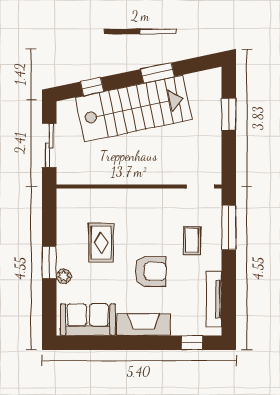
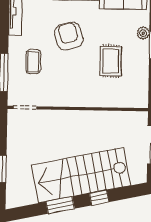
window: (92, 87) -> (99, 198), moved
armchair: (151, 271) -> (69, 36), turned 73

